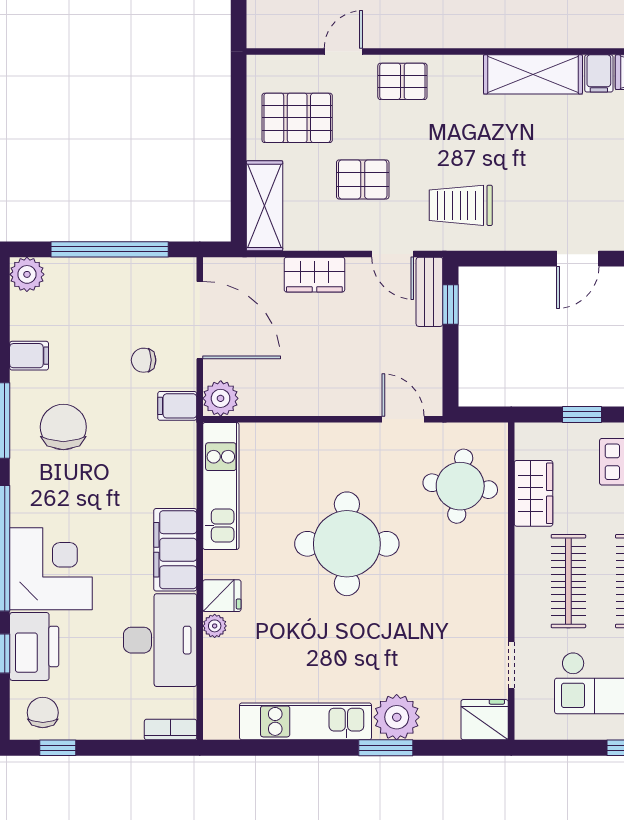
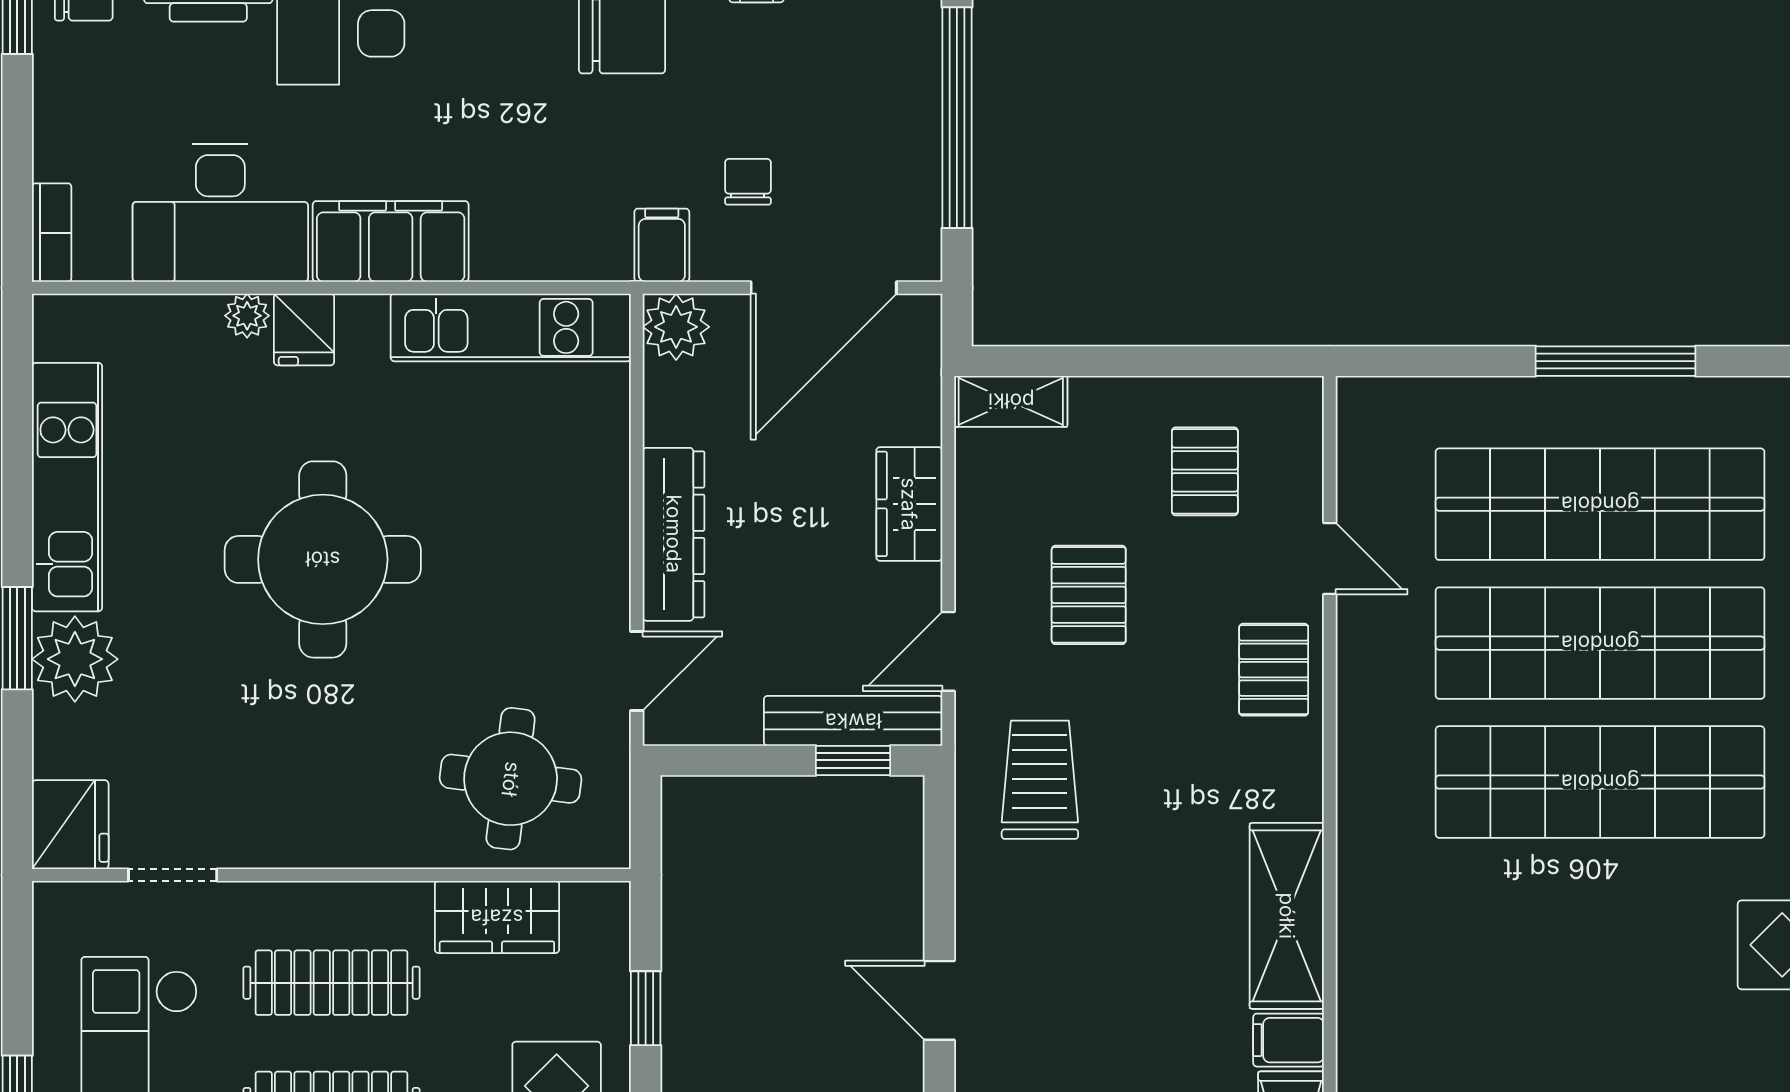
pallet: (297, 118) -> (1205, 471), width x0.67, depth x0.71
shelving: (265, 206) -> (1011, 401), width x0.67, depth x0.75
bench: (429, 292) -> (853, 721), width x1.36
dresser: (331, 400) -> (674, 534), added
round table: (347, 544) -> (323, 559), moved

